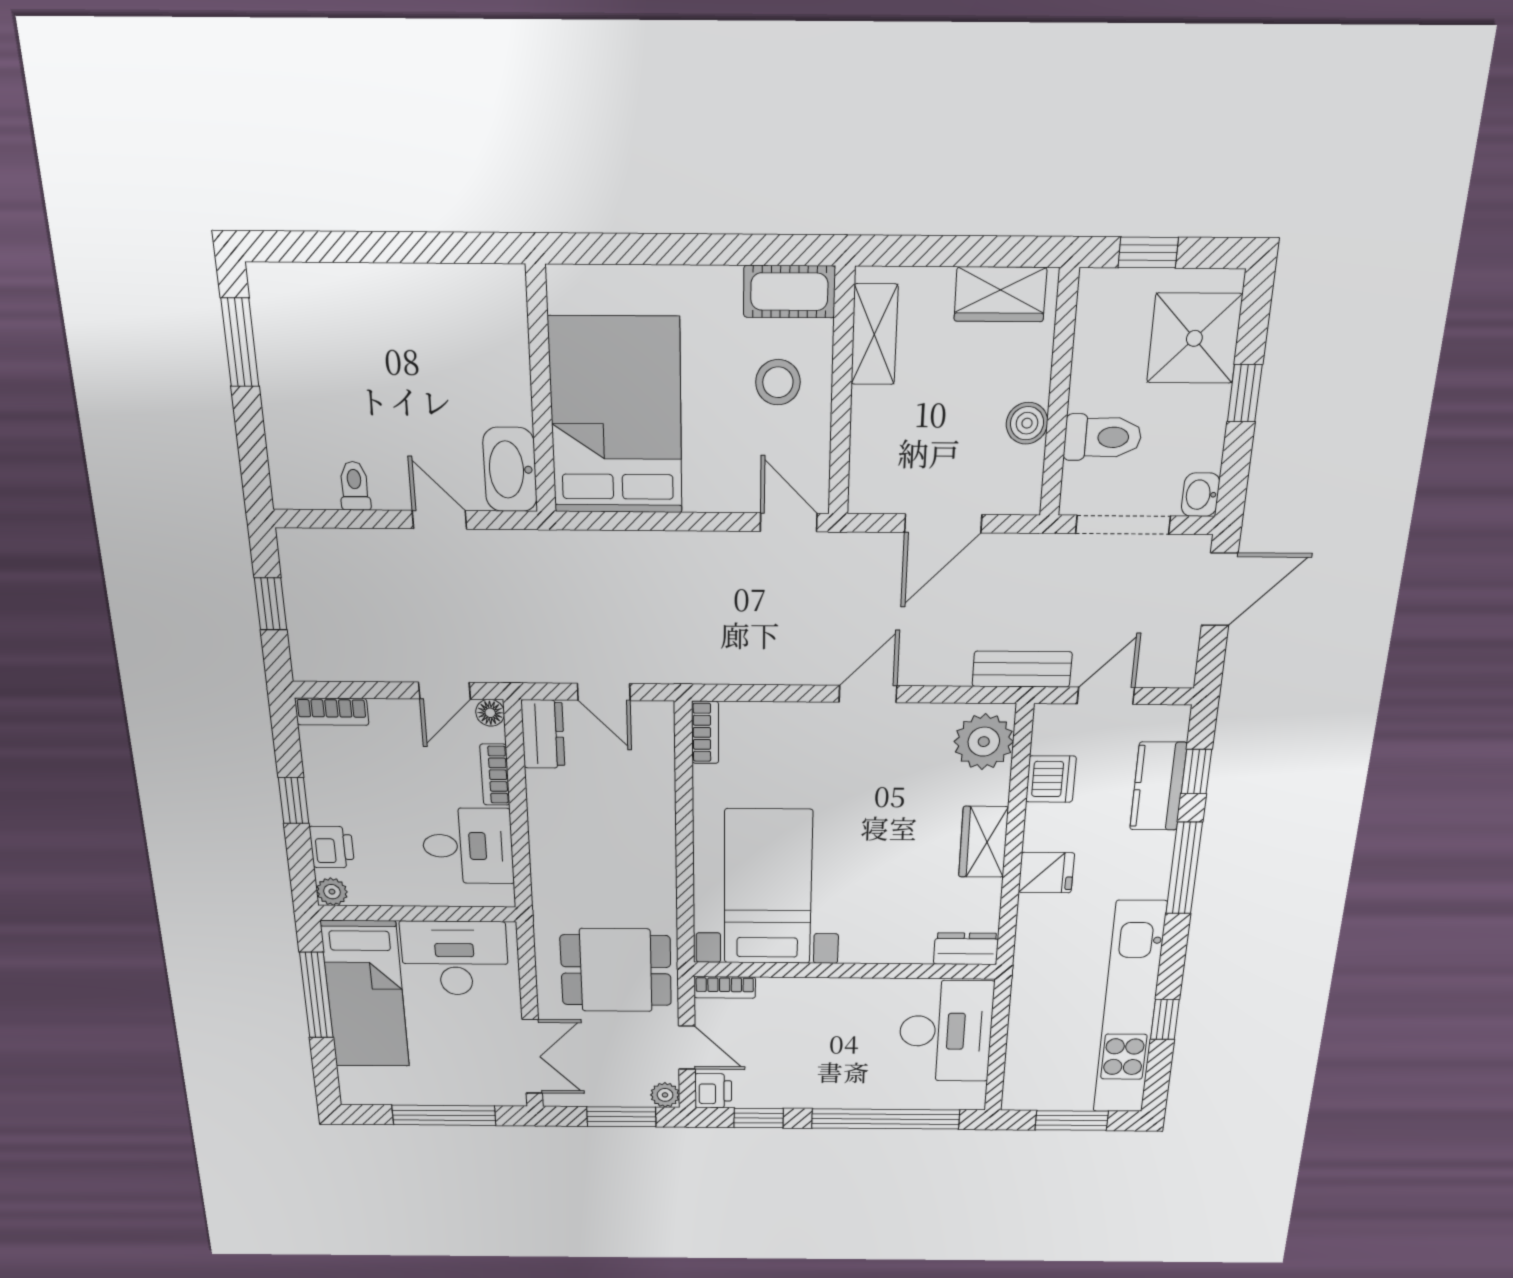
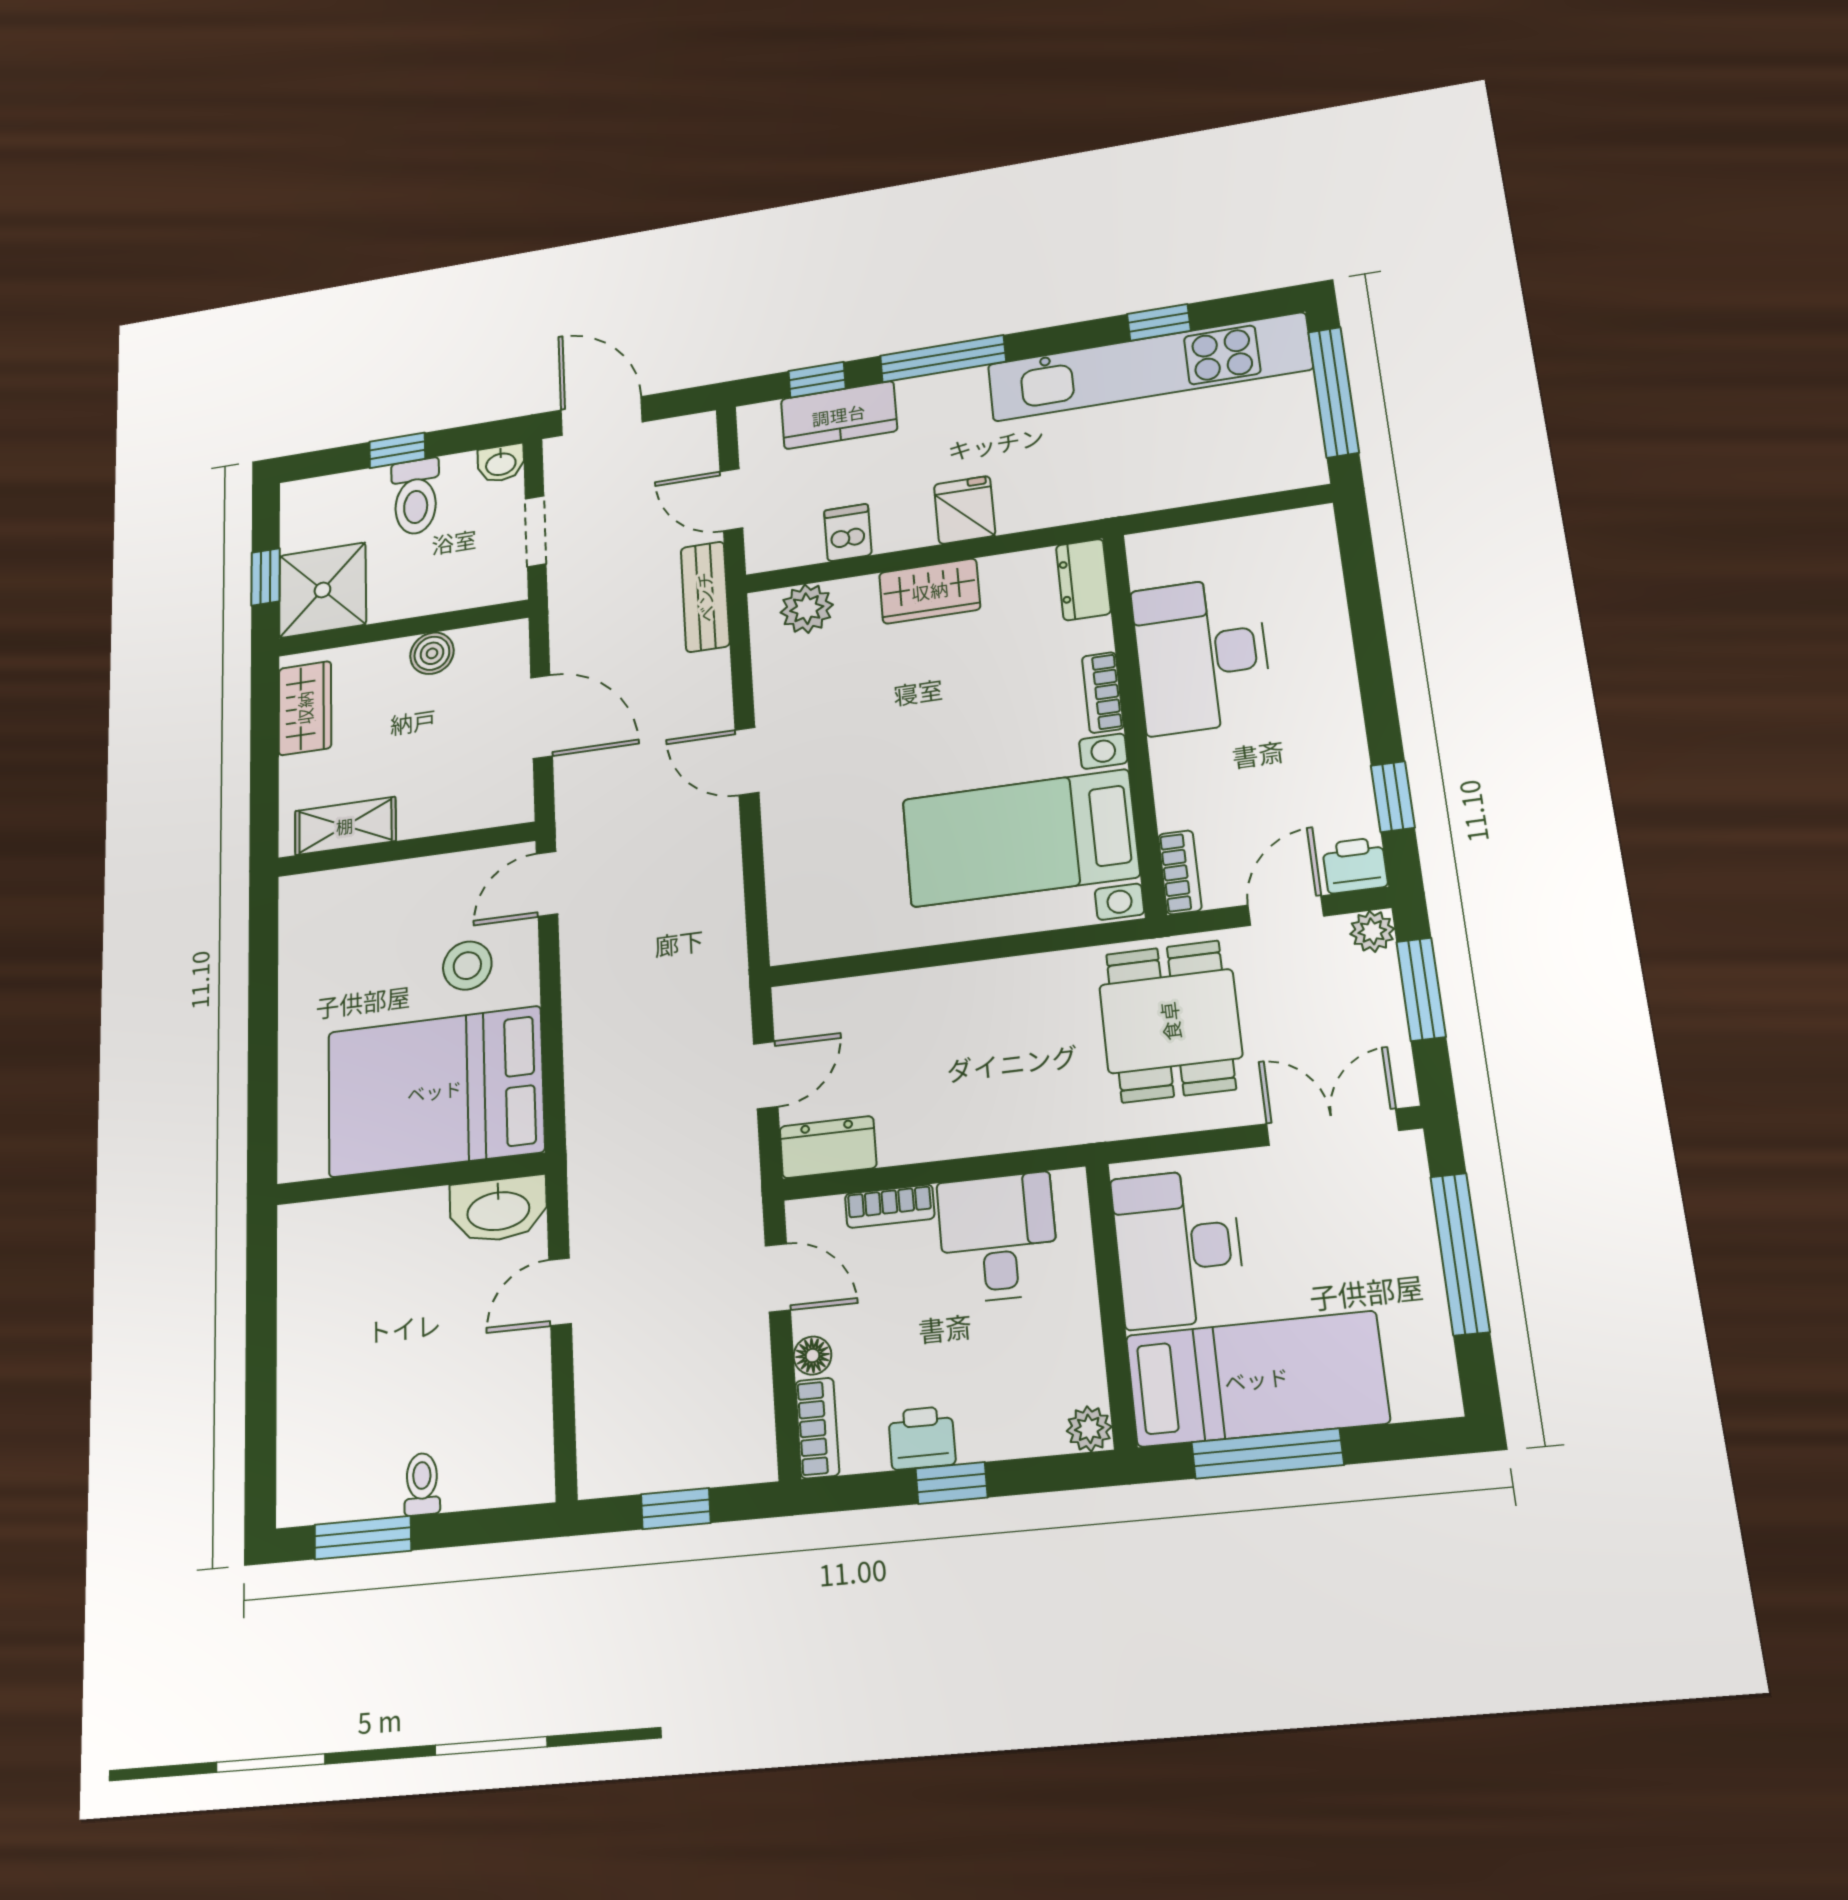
cot: (789, 292) -> (304, 920), removed
shower: (1194, 338) -> (322, 590), moved
stool: (778, 382) -> (467, 966), moved
toilet: (1103, 437) -> (415, 497), moved, turned 180
toilet: (355, 486) -> (422, 1484), moved, turned 90
doorway: (1123, 525) -> (536, 531), width x0.73
floor lamp: (490, 713) -> (812, 1356), moved
bookcase: (705, 732) -> (1103, 692), moved, turned -90
plant: (984, 742) -> (807, 609), width x0.73, depth x0.73
dishwasher: (1051, 779) -> (848, 533), width x0.73
printer: (332, 847) -> (922, 1438), moved
desk: (946, 1031) -> (1201, 655), moved, turned -90
window: (886, 1119) -> (1368, 627), removed
window: (1072, 1121) -> (1333, 392), width x1.44

